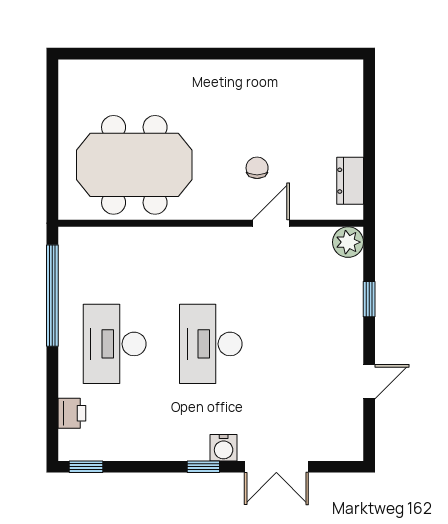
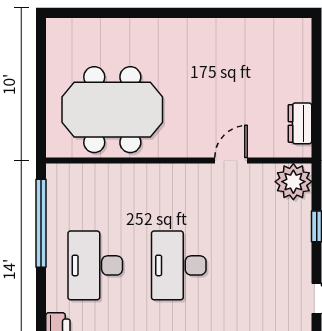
chair: (257, 168) -> (219, 112), removed
plant: (348, 242) -> (293, 182), width x1.36, depth x1.36

